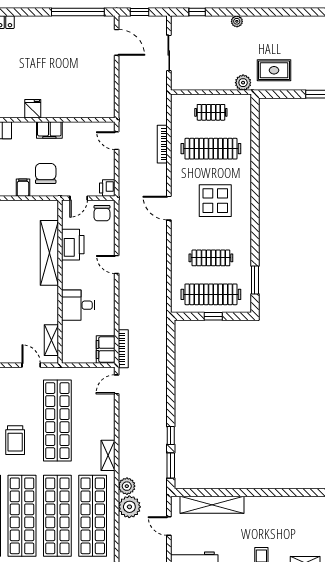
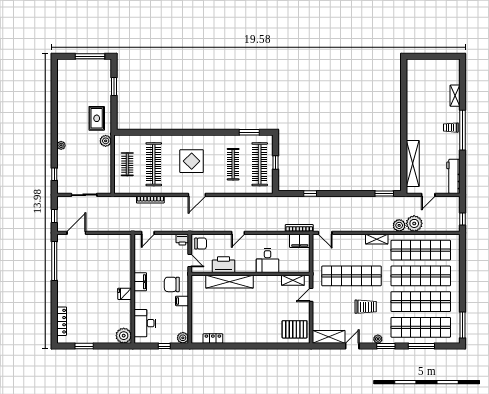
window: (171, 435) -> (310, 193), moved

